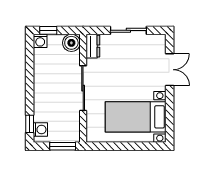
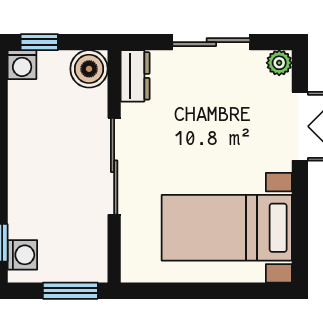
plant: (160, 40) -> (279, 63), added

